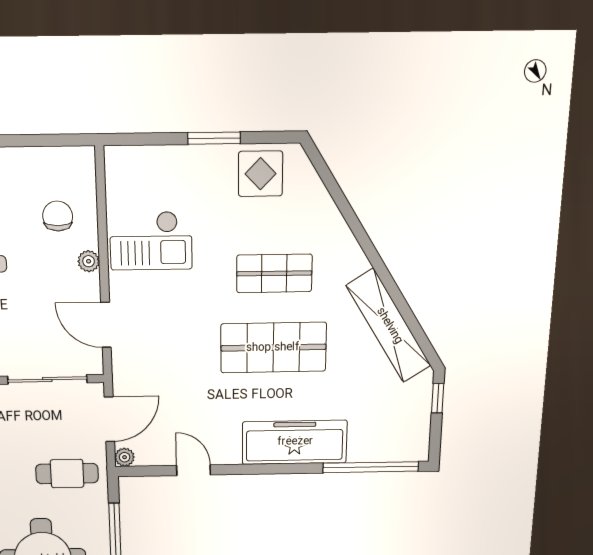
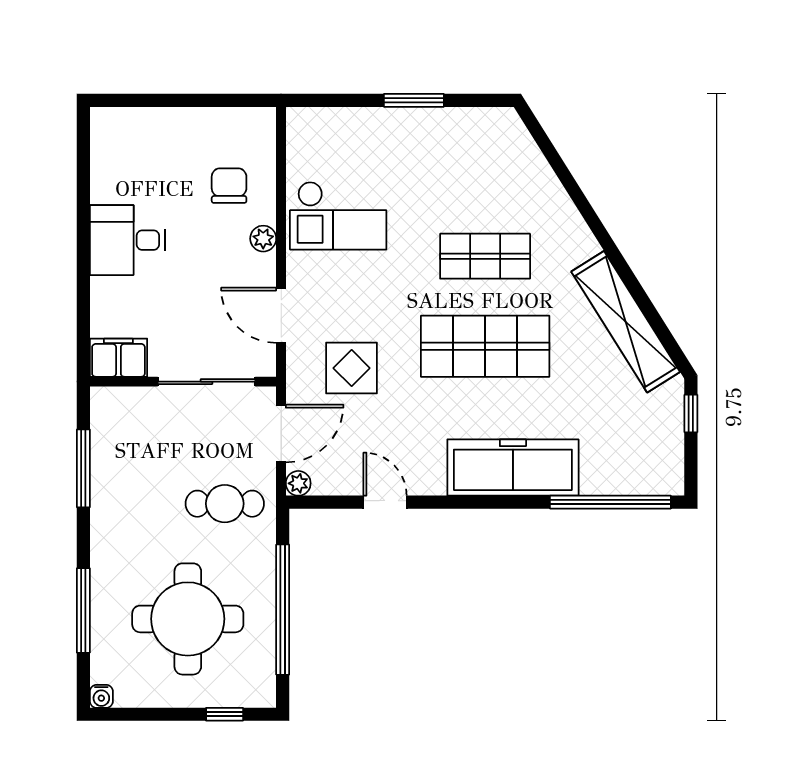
display table: (260, 174) -> (352, 368), moved

